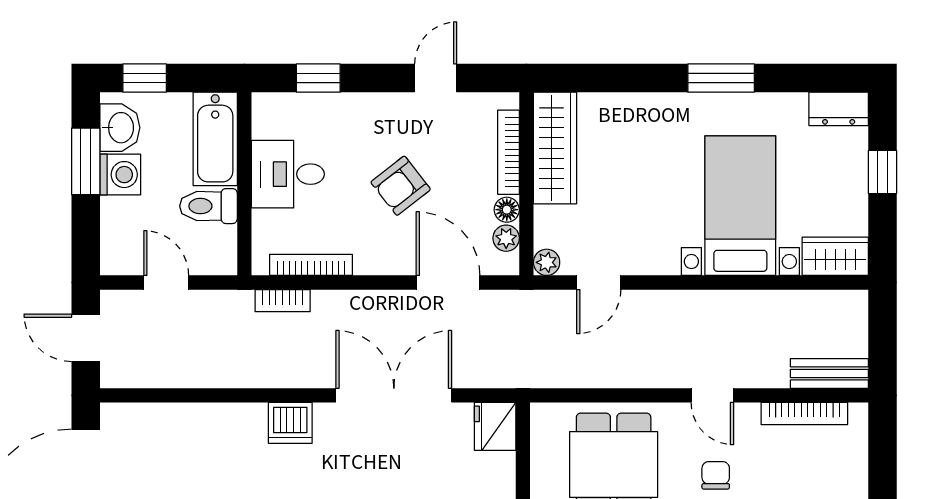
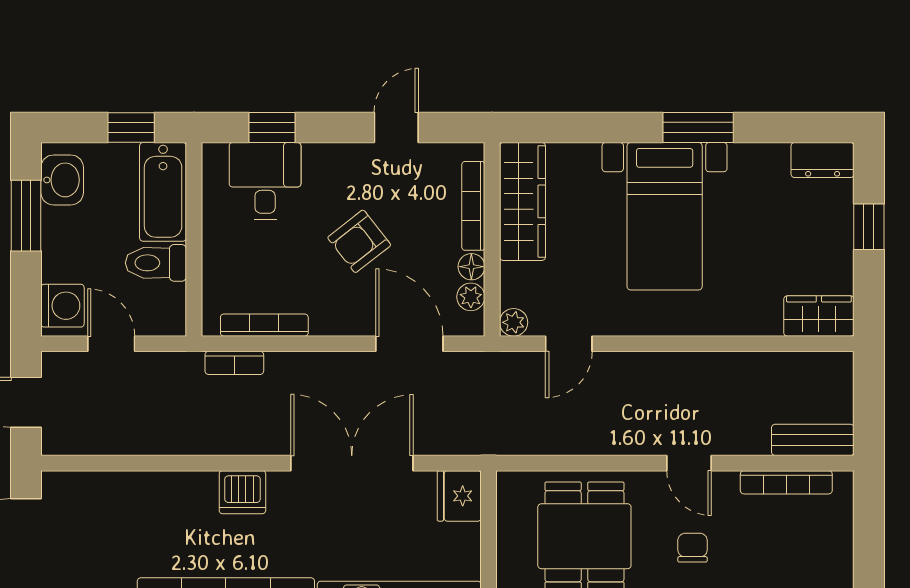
window: (145, 78) -> (131, 127), moved
desk: (288, 174) -> (265, 181), moved, turned 90
washing machine: (120, 175) -> (62, 306), moved
bed with nightstands: (740, 206) -> (665, 216), moved, turned 180

